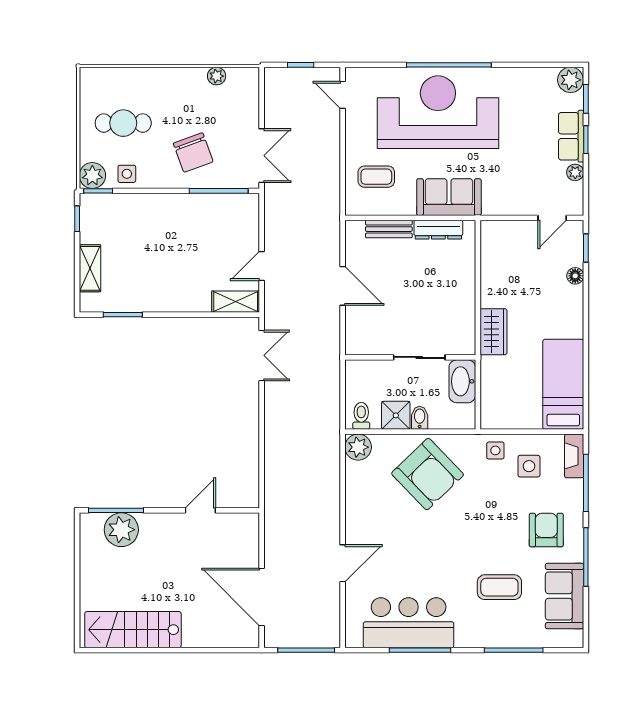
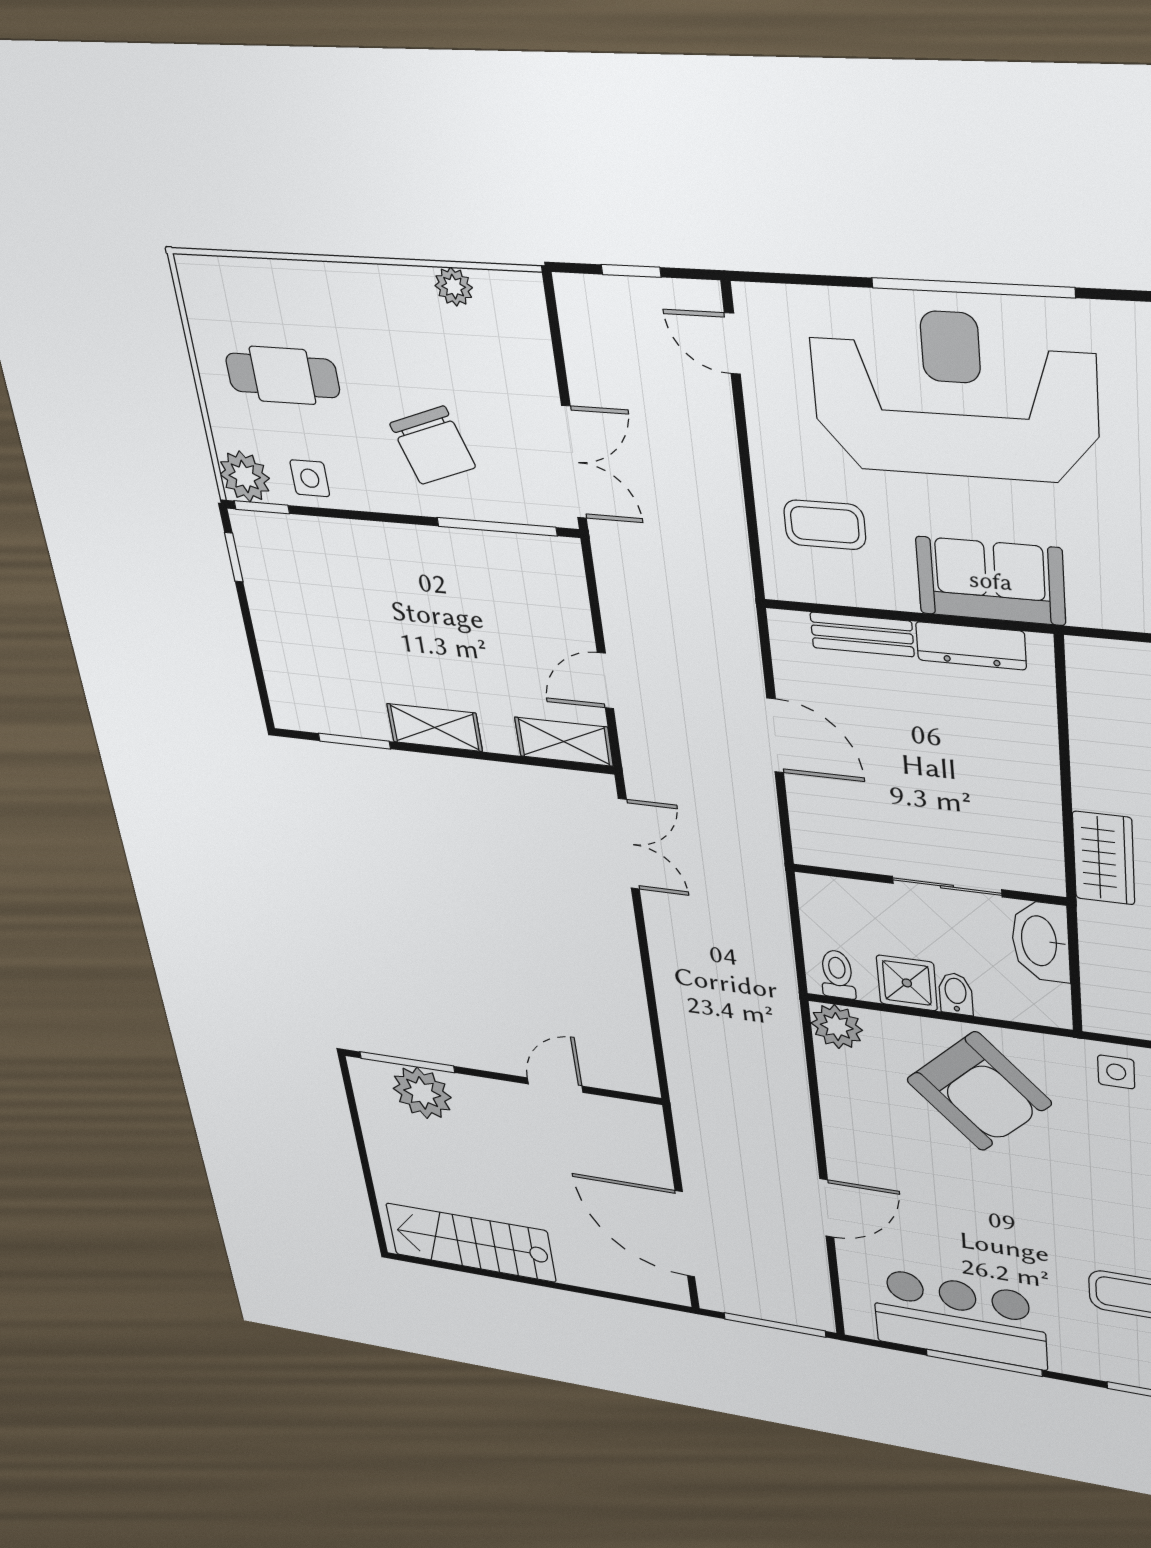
shelving: (90, 268) -> (435, 727), moved, turned 90

